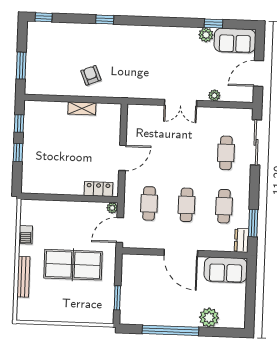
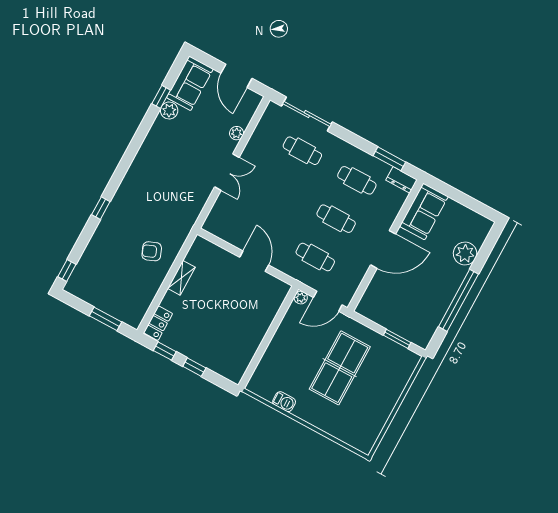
locker: (98, 189) -> (158, 323), moved, turned 180
door: (120, 230) -> (328, 301), hinge flipped
bench: (23, 277) -> (327, 426), removed

